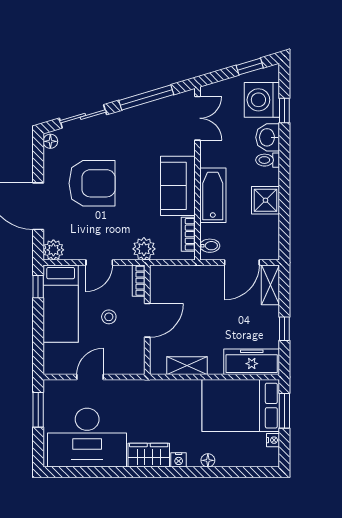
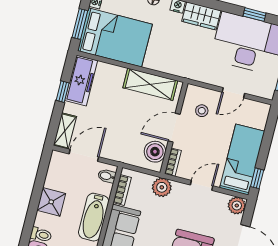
boiler: (162, 287) -> (155, 152), added
stool: (109, 317) -> (202, 111), moved
freezer: (252, 362) -> (81, 80), moved, turned -90
shelving: (187, 366) -> (150, 84), width x1.50, depth x1.33
window: (89, 472) -> (254, 15), added

